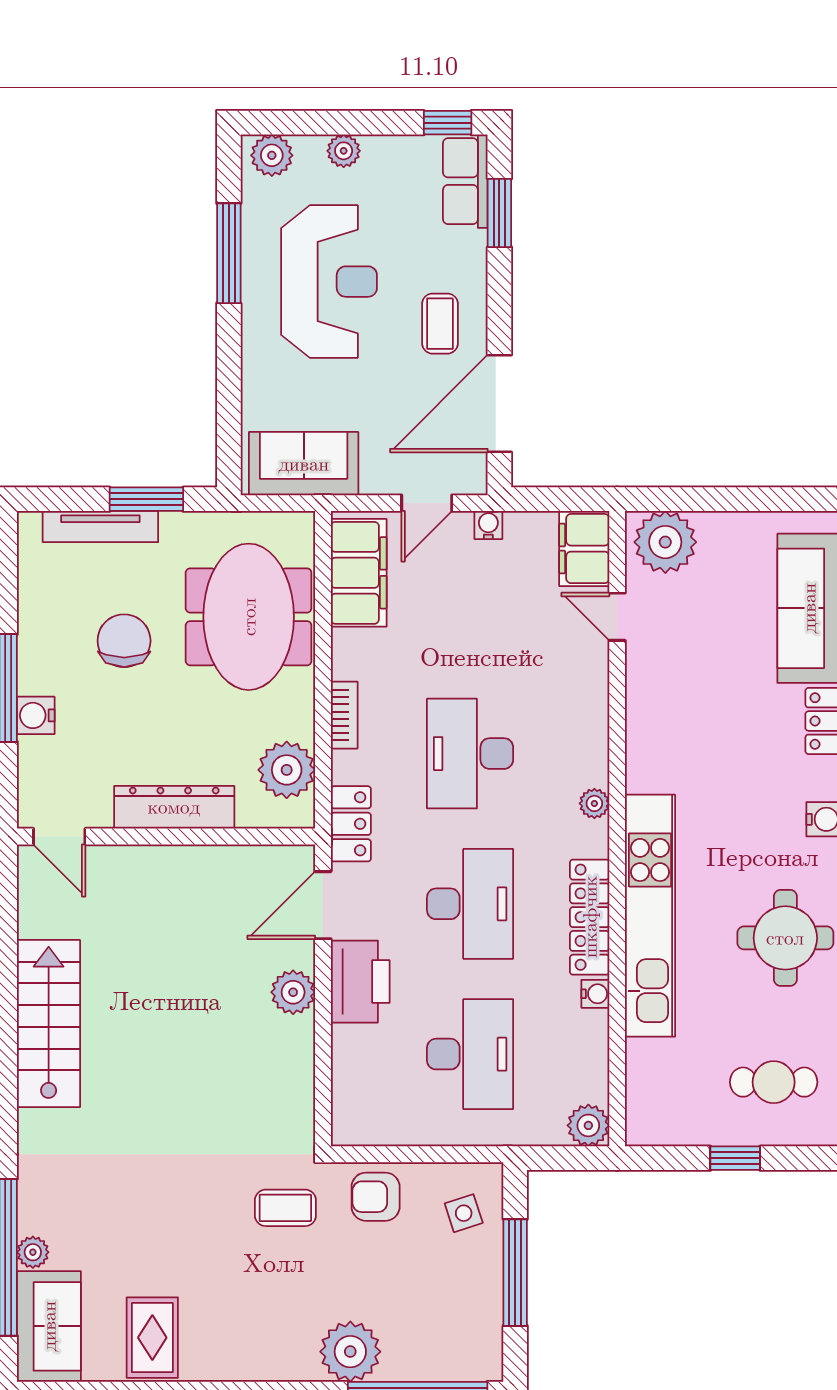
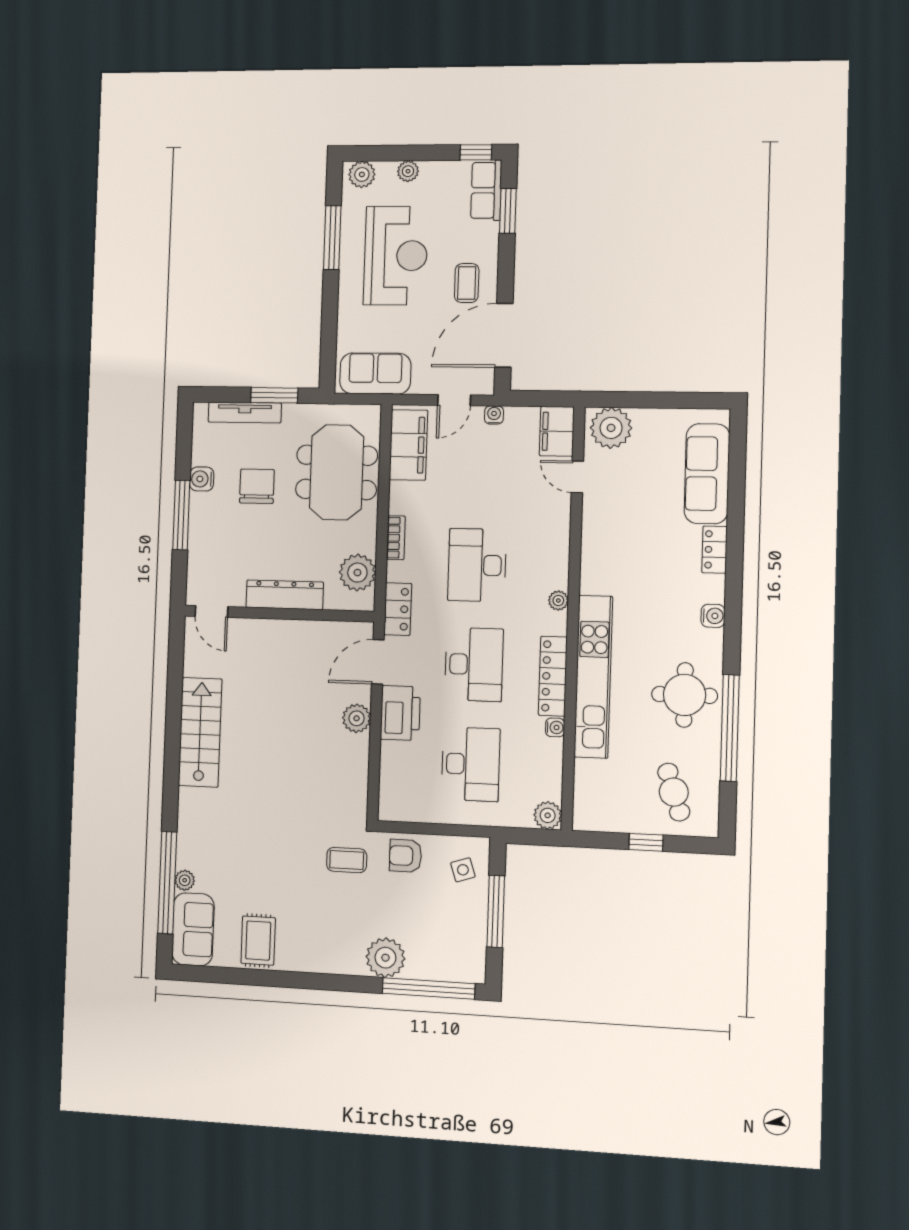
water cooler: (36, 715) -> (202, 479), moved
cafe table: (774, 1082) -> (674, 792), turned 72

